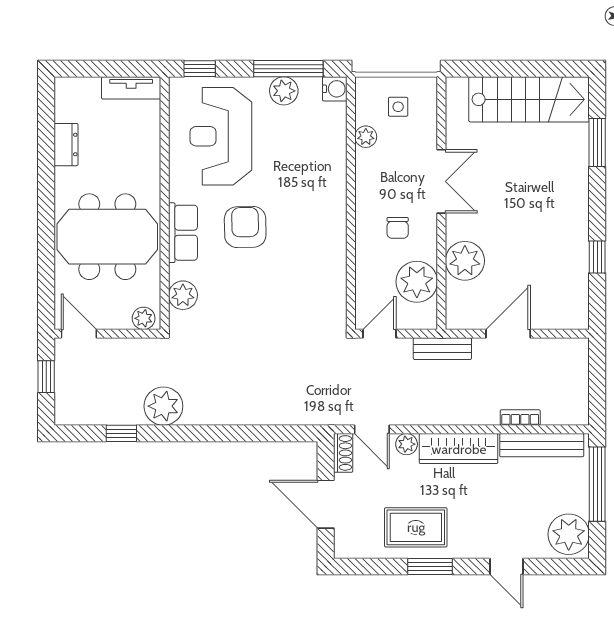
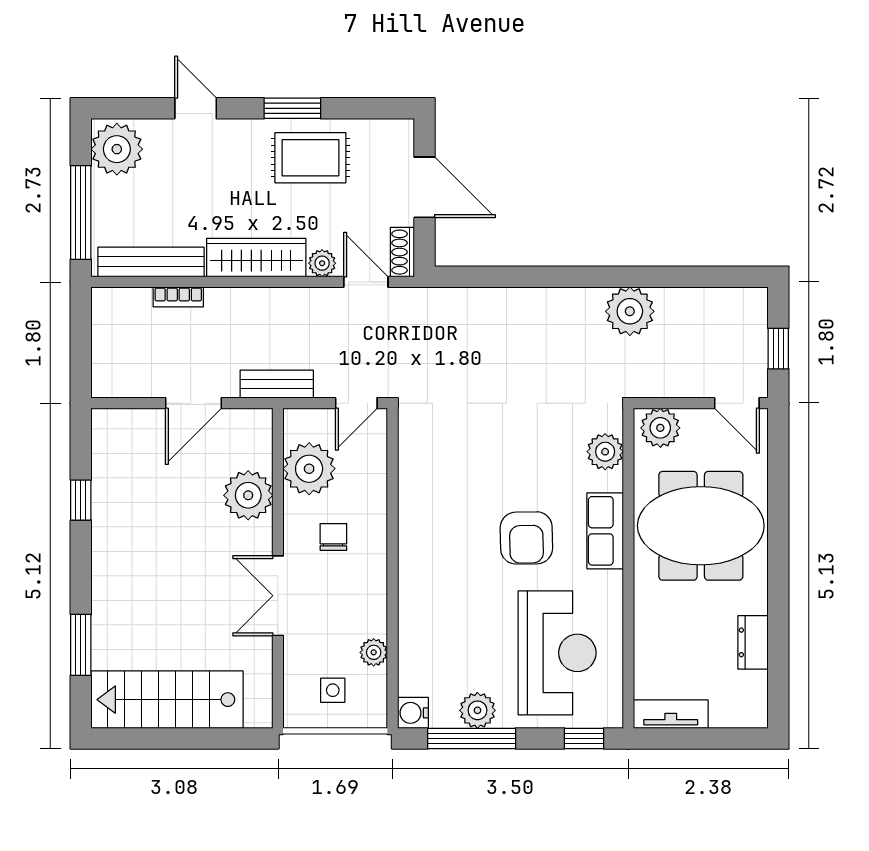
plant: (144, 318) -> (660, 428), width x1.38, depth x1.38
window: (121, 433) -> (683, 277), removed

